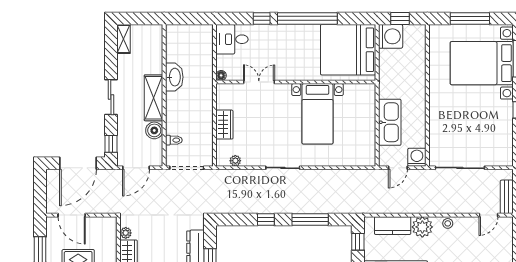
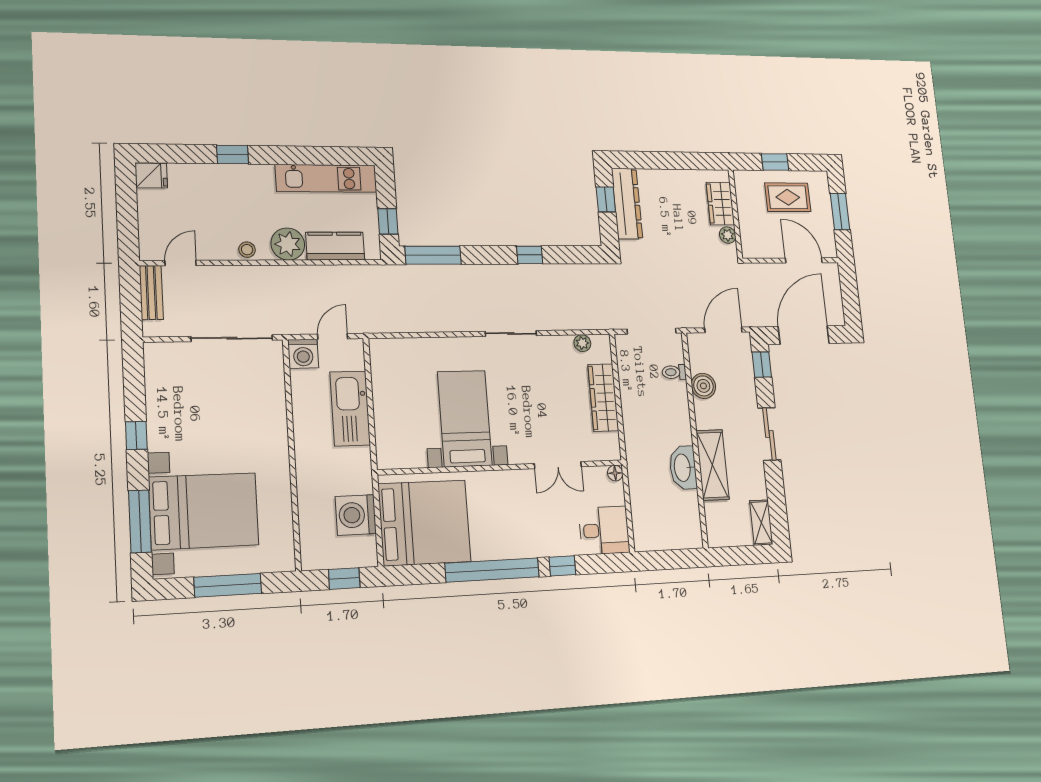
washing machine: (391, 36) -> (356, 515), moved
shelving: (154, 98) -> (713, 465), moved
wardrobe: (224, 125) -> (603, 398), width x1.50
window: (310, 220) -> (433, 255), moved

